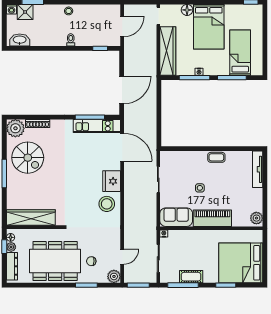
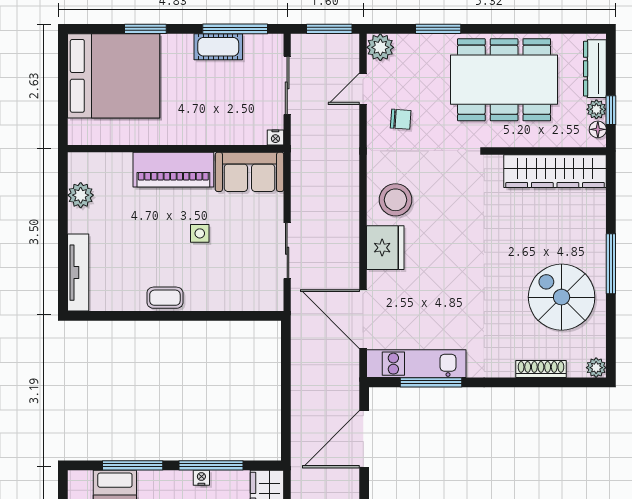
plant: (15, 128) -> (596, 368), width x0.53, depth x0.53
plant: (256, 218) -> (81, 195), moved
chair: (91, 261) -> (401, 119), moved

